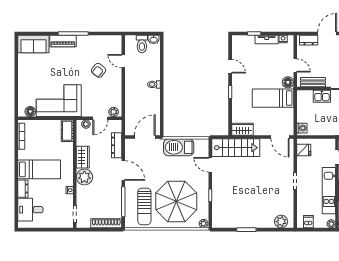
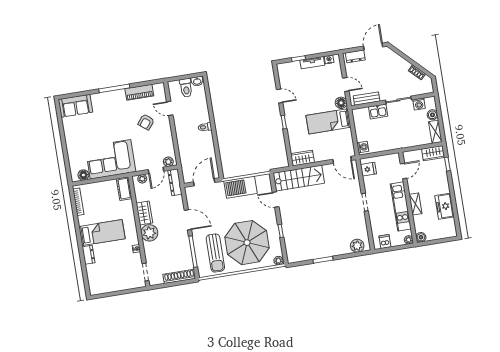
piano: (63, 41) -> (139, 92), moved
dresser: (117, 145) -> (175, 182), moved
desk: (30, 210) -> (100, 275), removed

